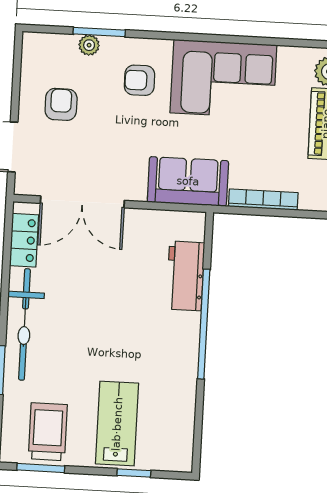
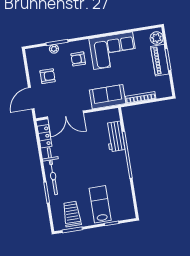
armchair: (61, 104) -> (48, 76), turned 90

